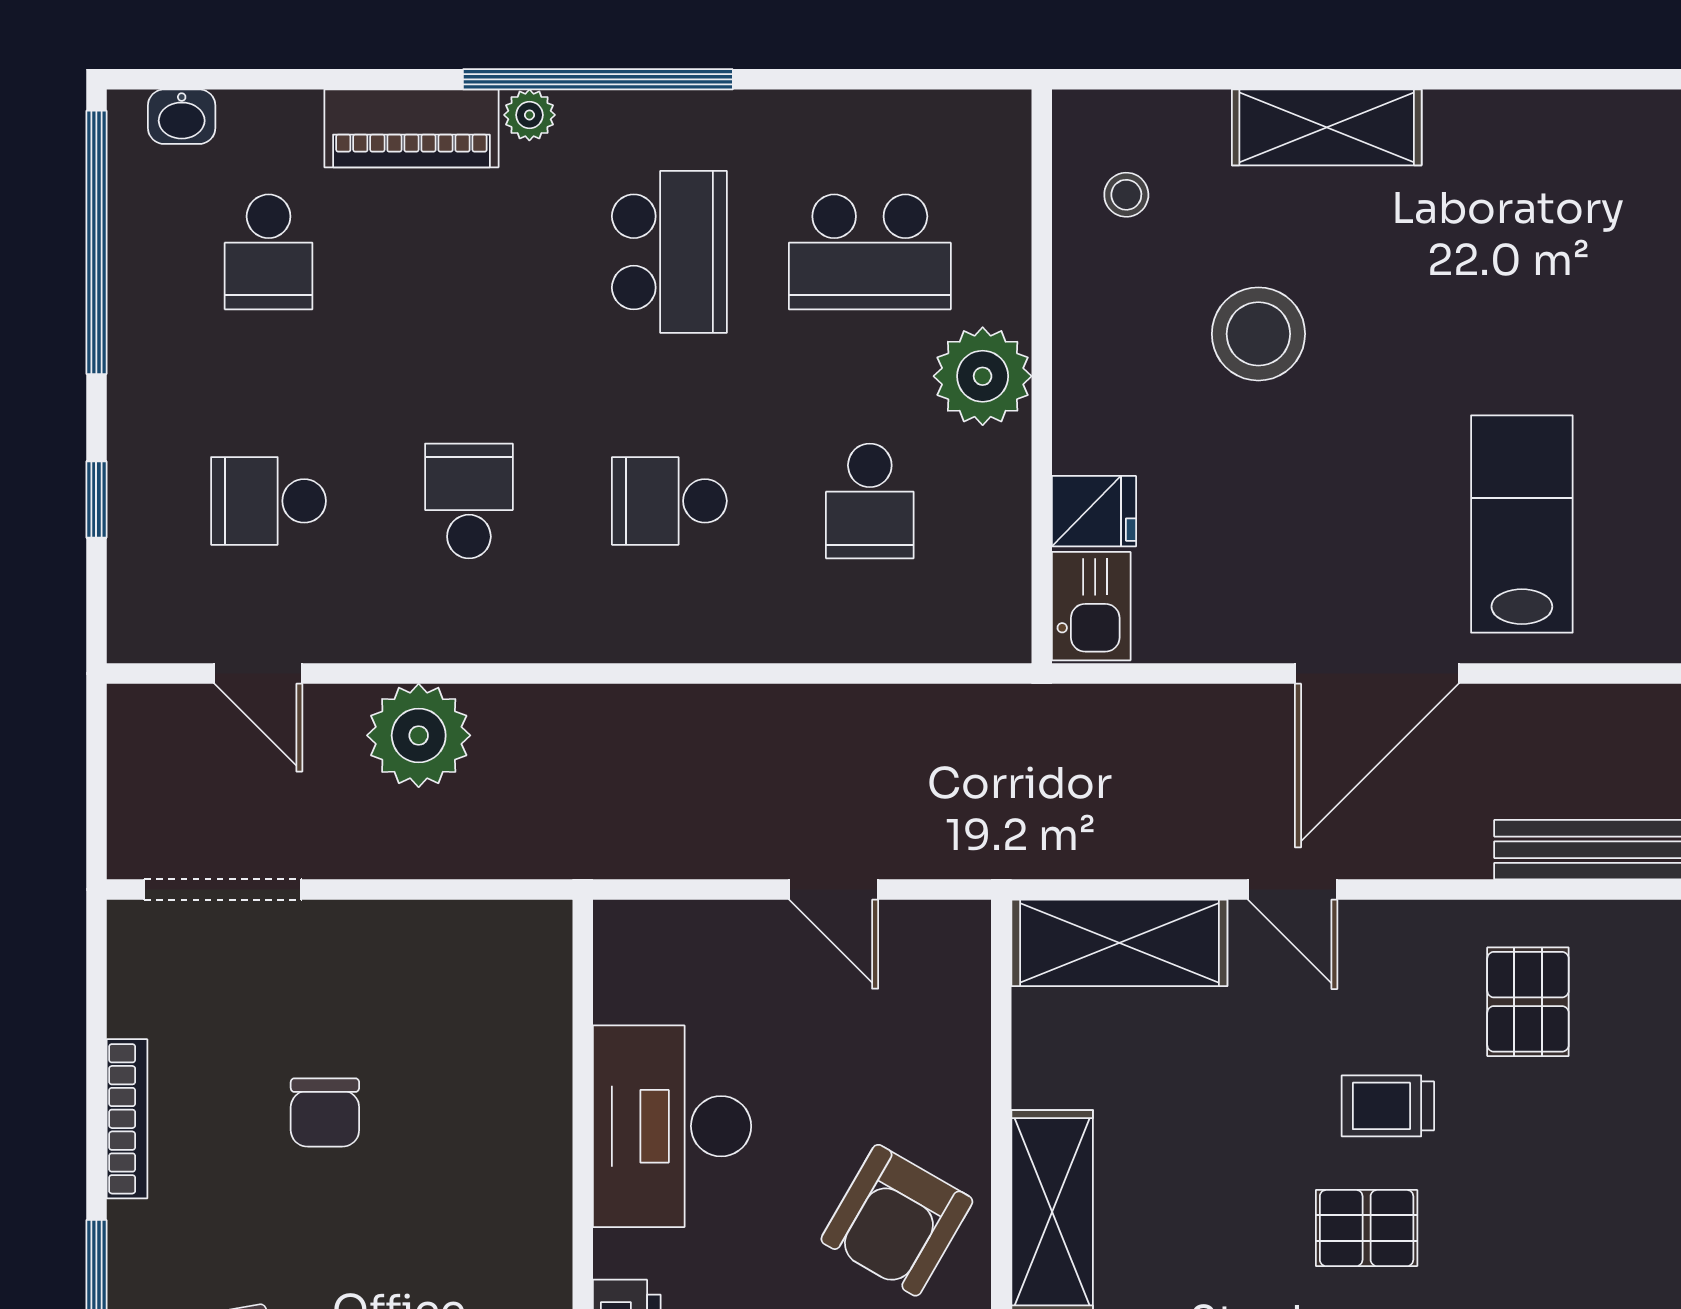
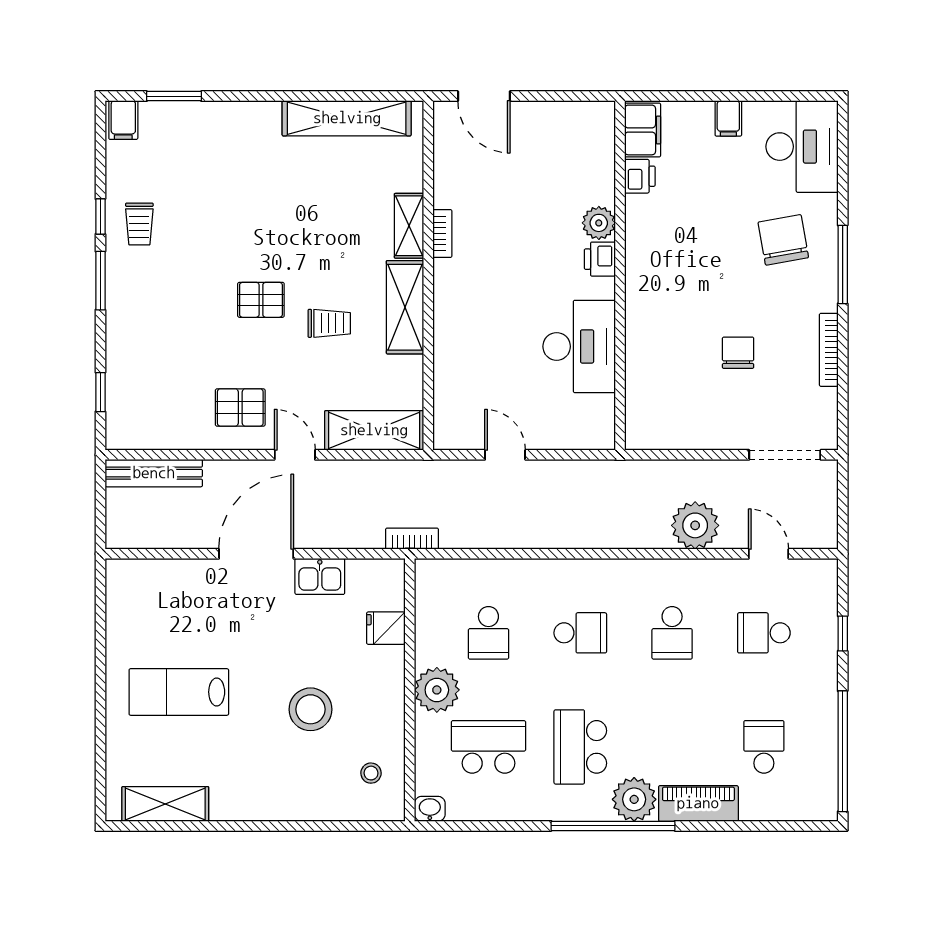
plant: (529, 115) -> (634, 799), width x1.88, depth x1.88
washbasin: (182, 117) -> (430, 809), moved
shelving: (1327, 127) -> (165, 804), moved
school desk: (269, 501) -> (764, 633), turned 180
school desk: (870, 501) -> (488, 633), turned 180
lab bench: (1522, 524) -> (179, 692), moved, turned 90
kitchen sink: (1091, 606) -> (320, 576), moved, turned -90
bookcase: (1037, 707) -> (412, 539), added
pallet: (1528, 1002) -> (240, 407), moved, turned 90
trolley: (1388, 1106) -> (329, 323), moved
armchair: (897, 1220) -> (476, 303), removed

